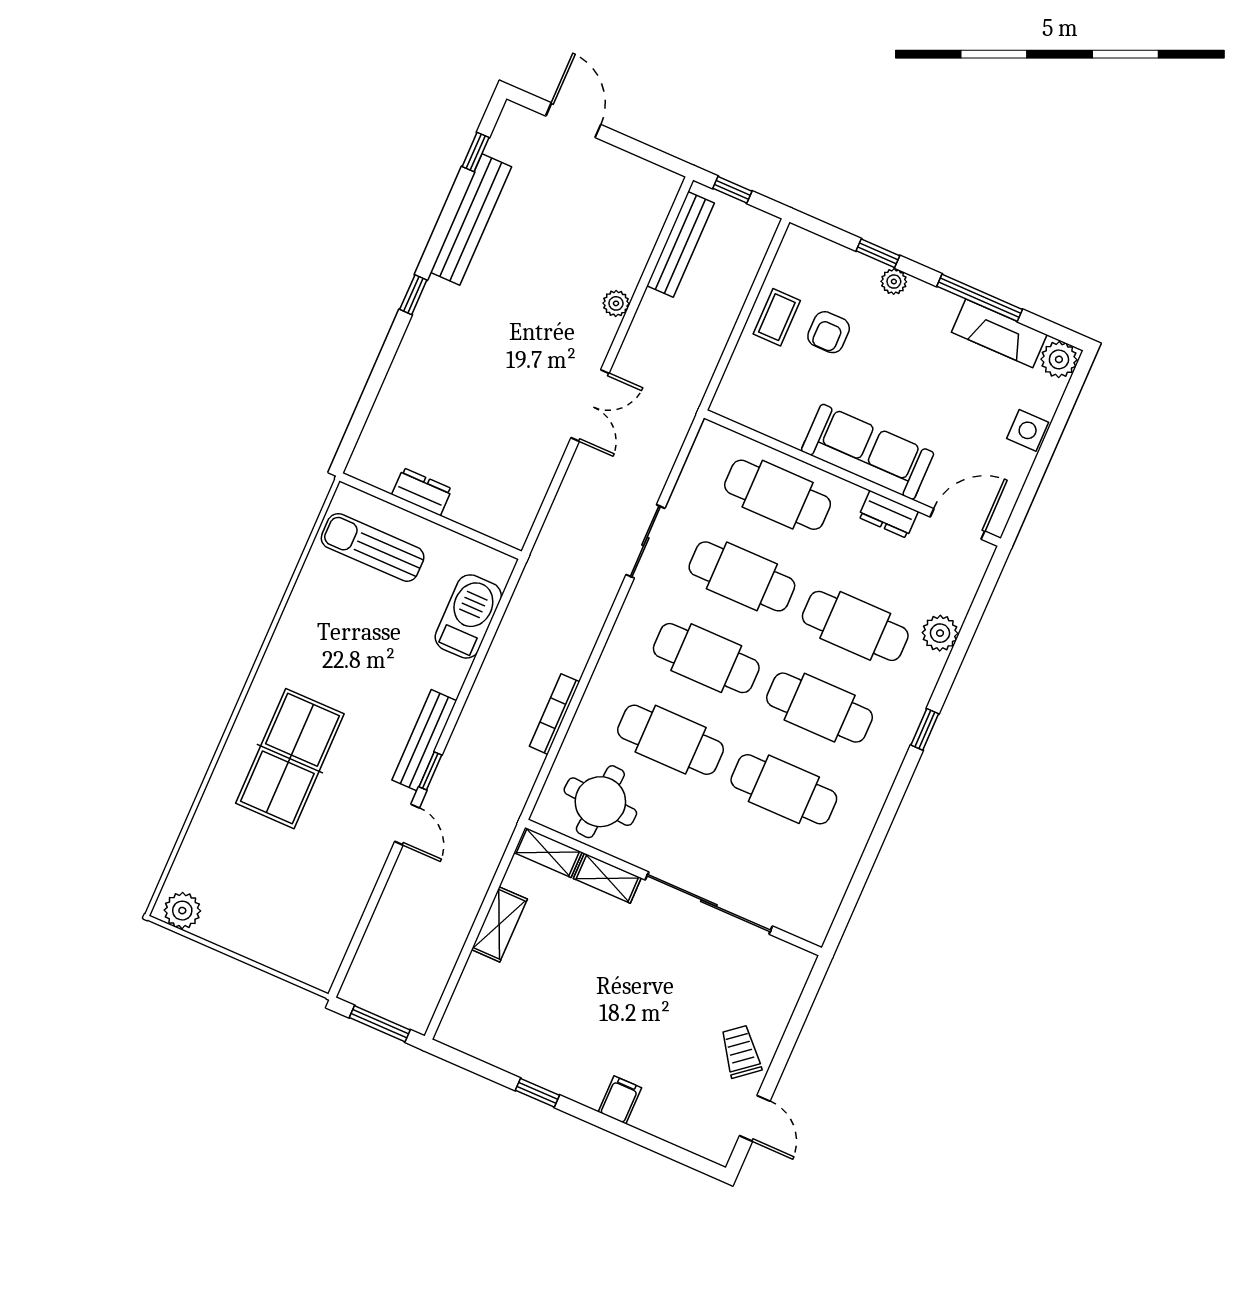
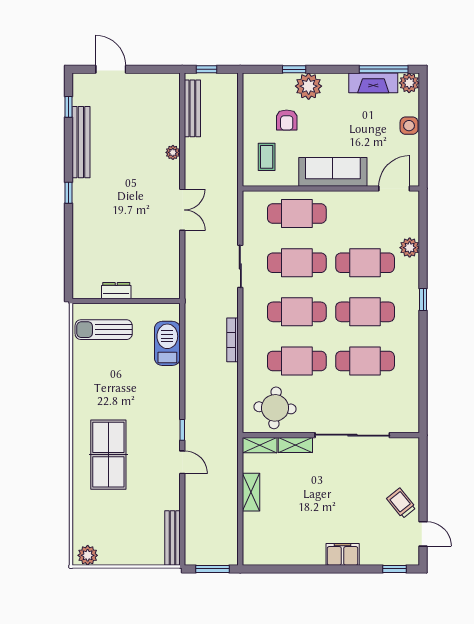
plant: (894, 282) -> (309, 86), width x1.87, depth x1.87
window: (980, 298) -> (384, 69), moved
coffee table: (777, 317) -> (267, 157), moved
dresser: (888, 514) -> (357, 199), removed
bookcase: (555, 714) -> (232, 340), moved
bench: (424, 740) -> (172, 538), moved
window: (537, 1093) -> (394, 569), moved
filing cabinet: (620, 1100) -> (343, 554), width x2.00

